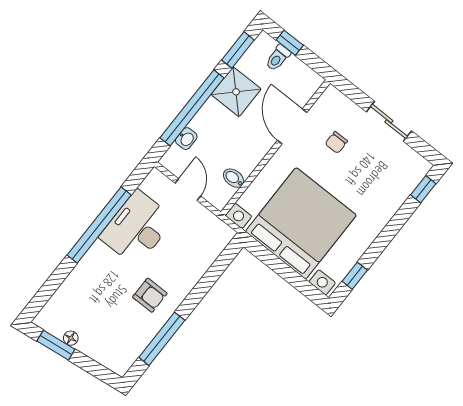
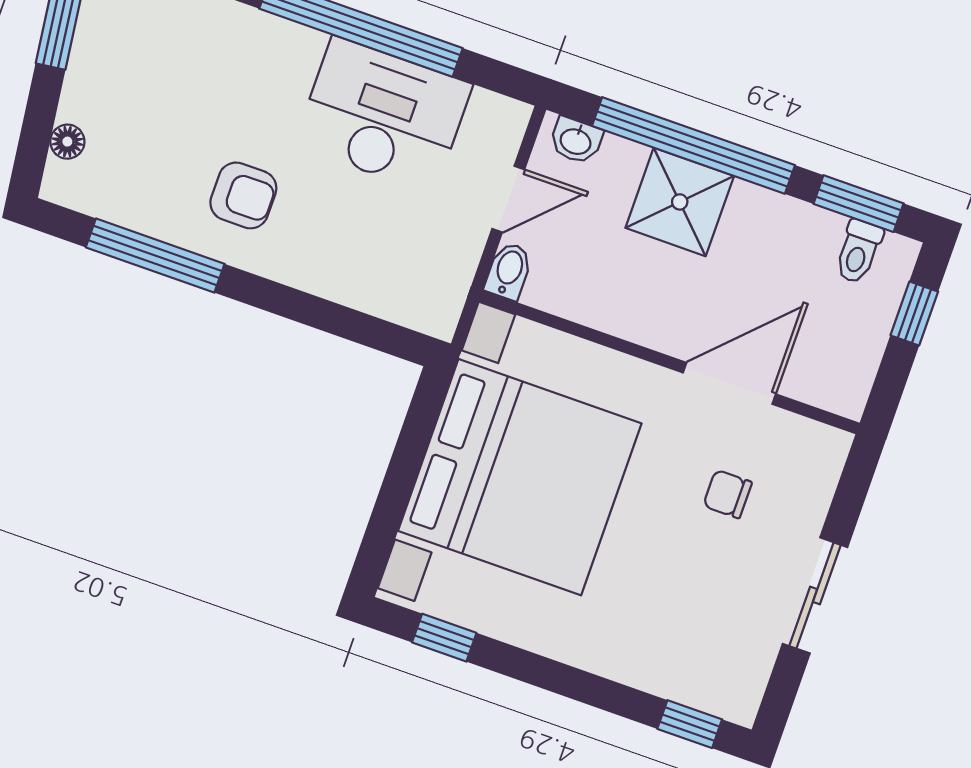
toilet: (278, 58) -> (858, 252), moved, turned -90
shower: (236, 92) -> (680, 202), moved
washbasin: (186, 139) -> (576, 141), moved
bidet: (234, 178) -> (509, 271), moved
armchair: (150, 295) -> (243, 195), turned -90
floor lamp: (71, 338) -> (67, 142), moved

